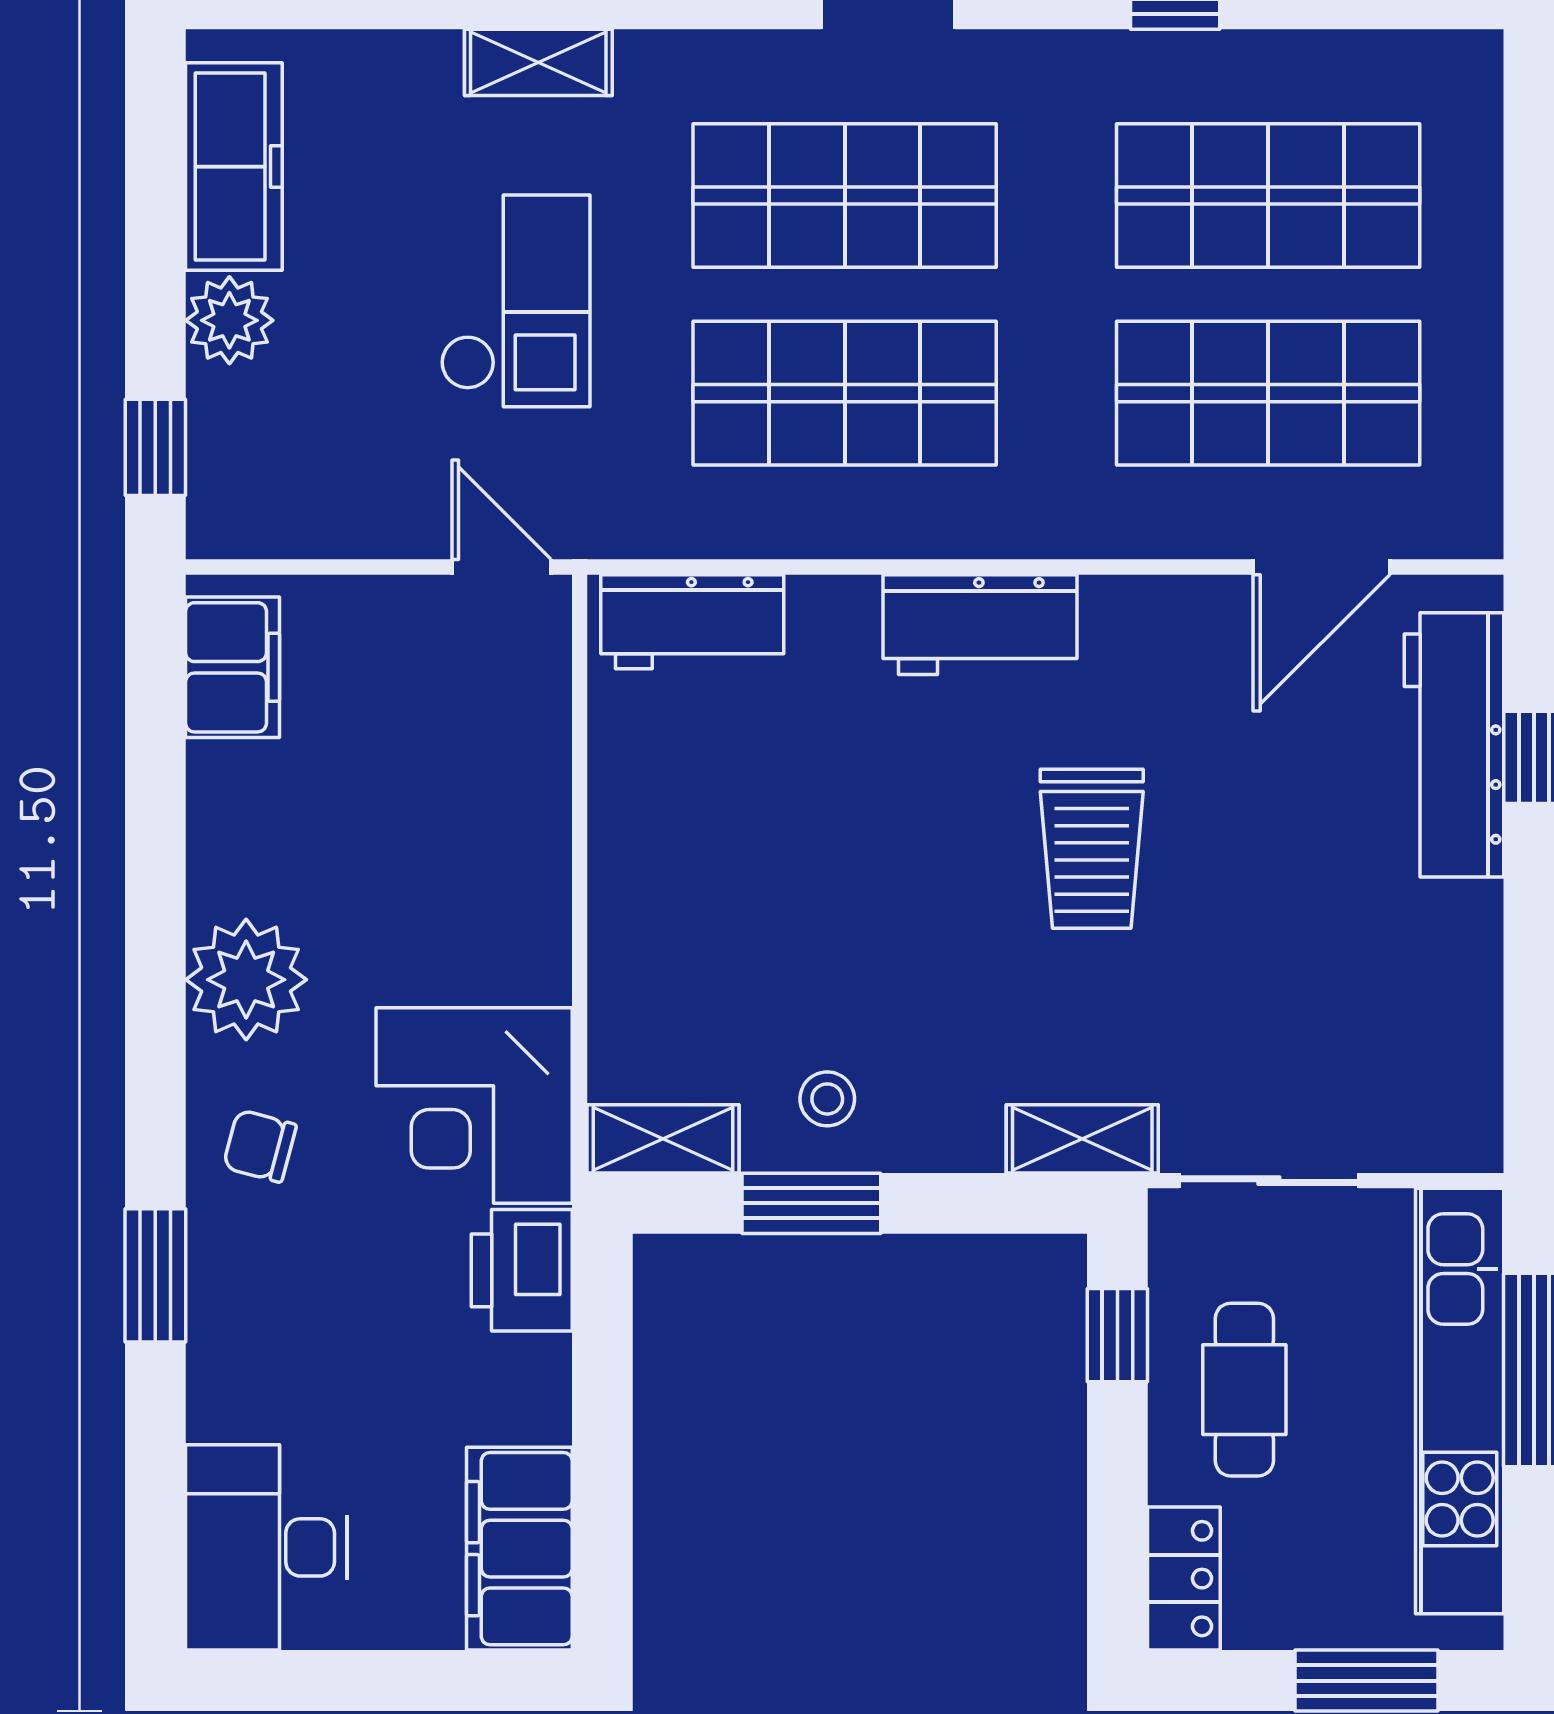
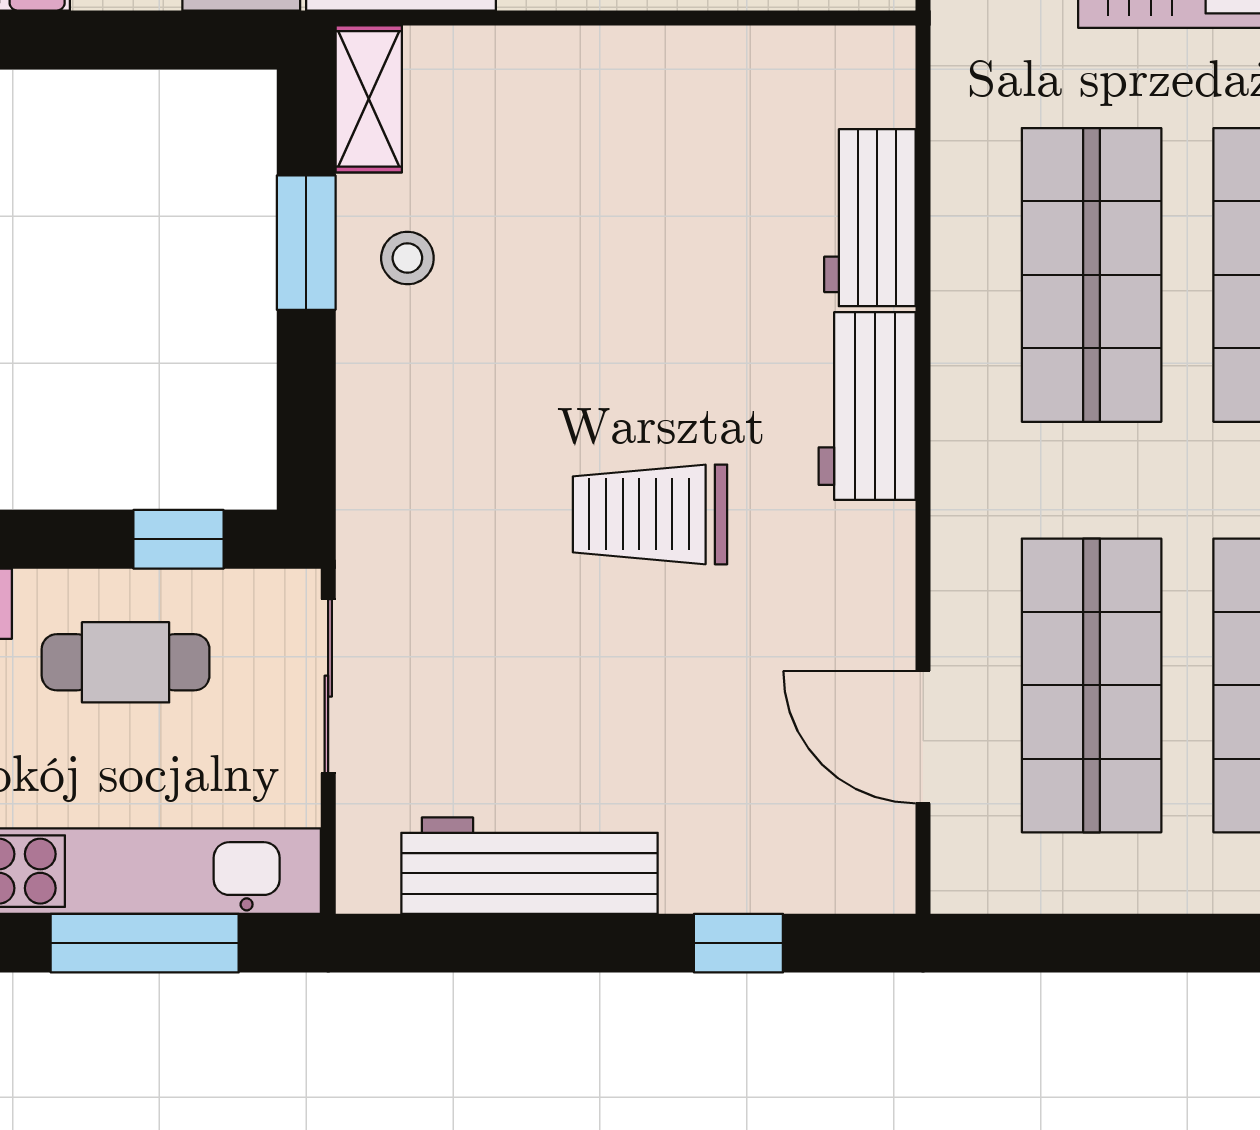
workbench: (692, 622) -> (870, 218), moved
workbench: (1454, 745) -> (529, 866), moved
shelving: (1082, 1139) -> (369, 505), removed

